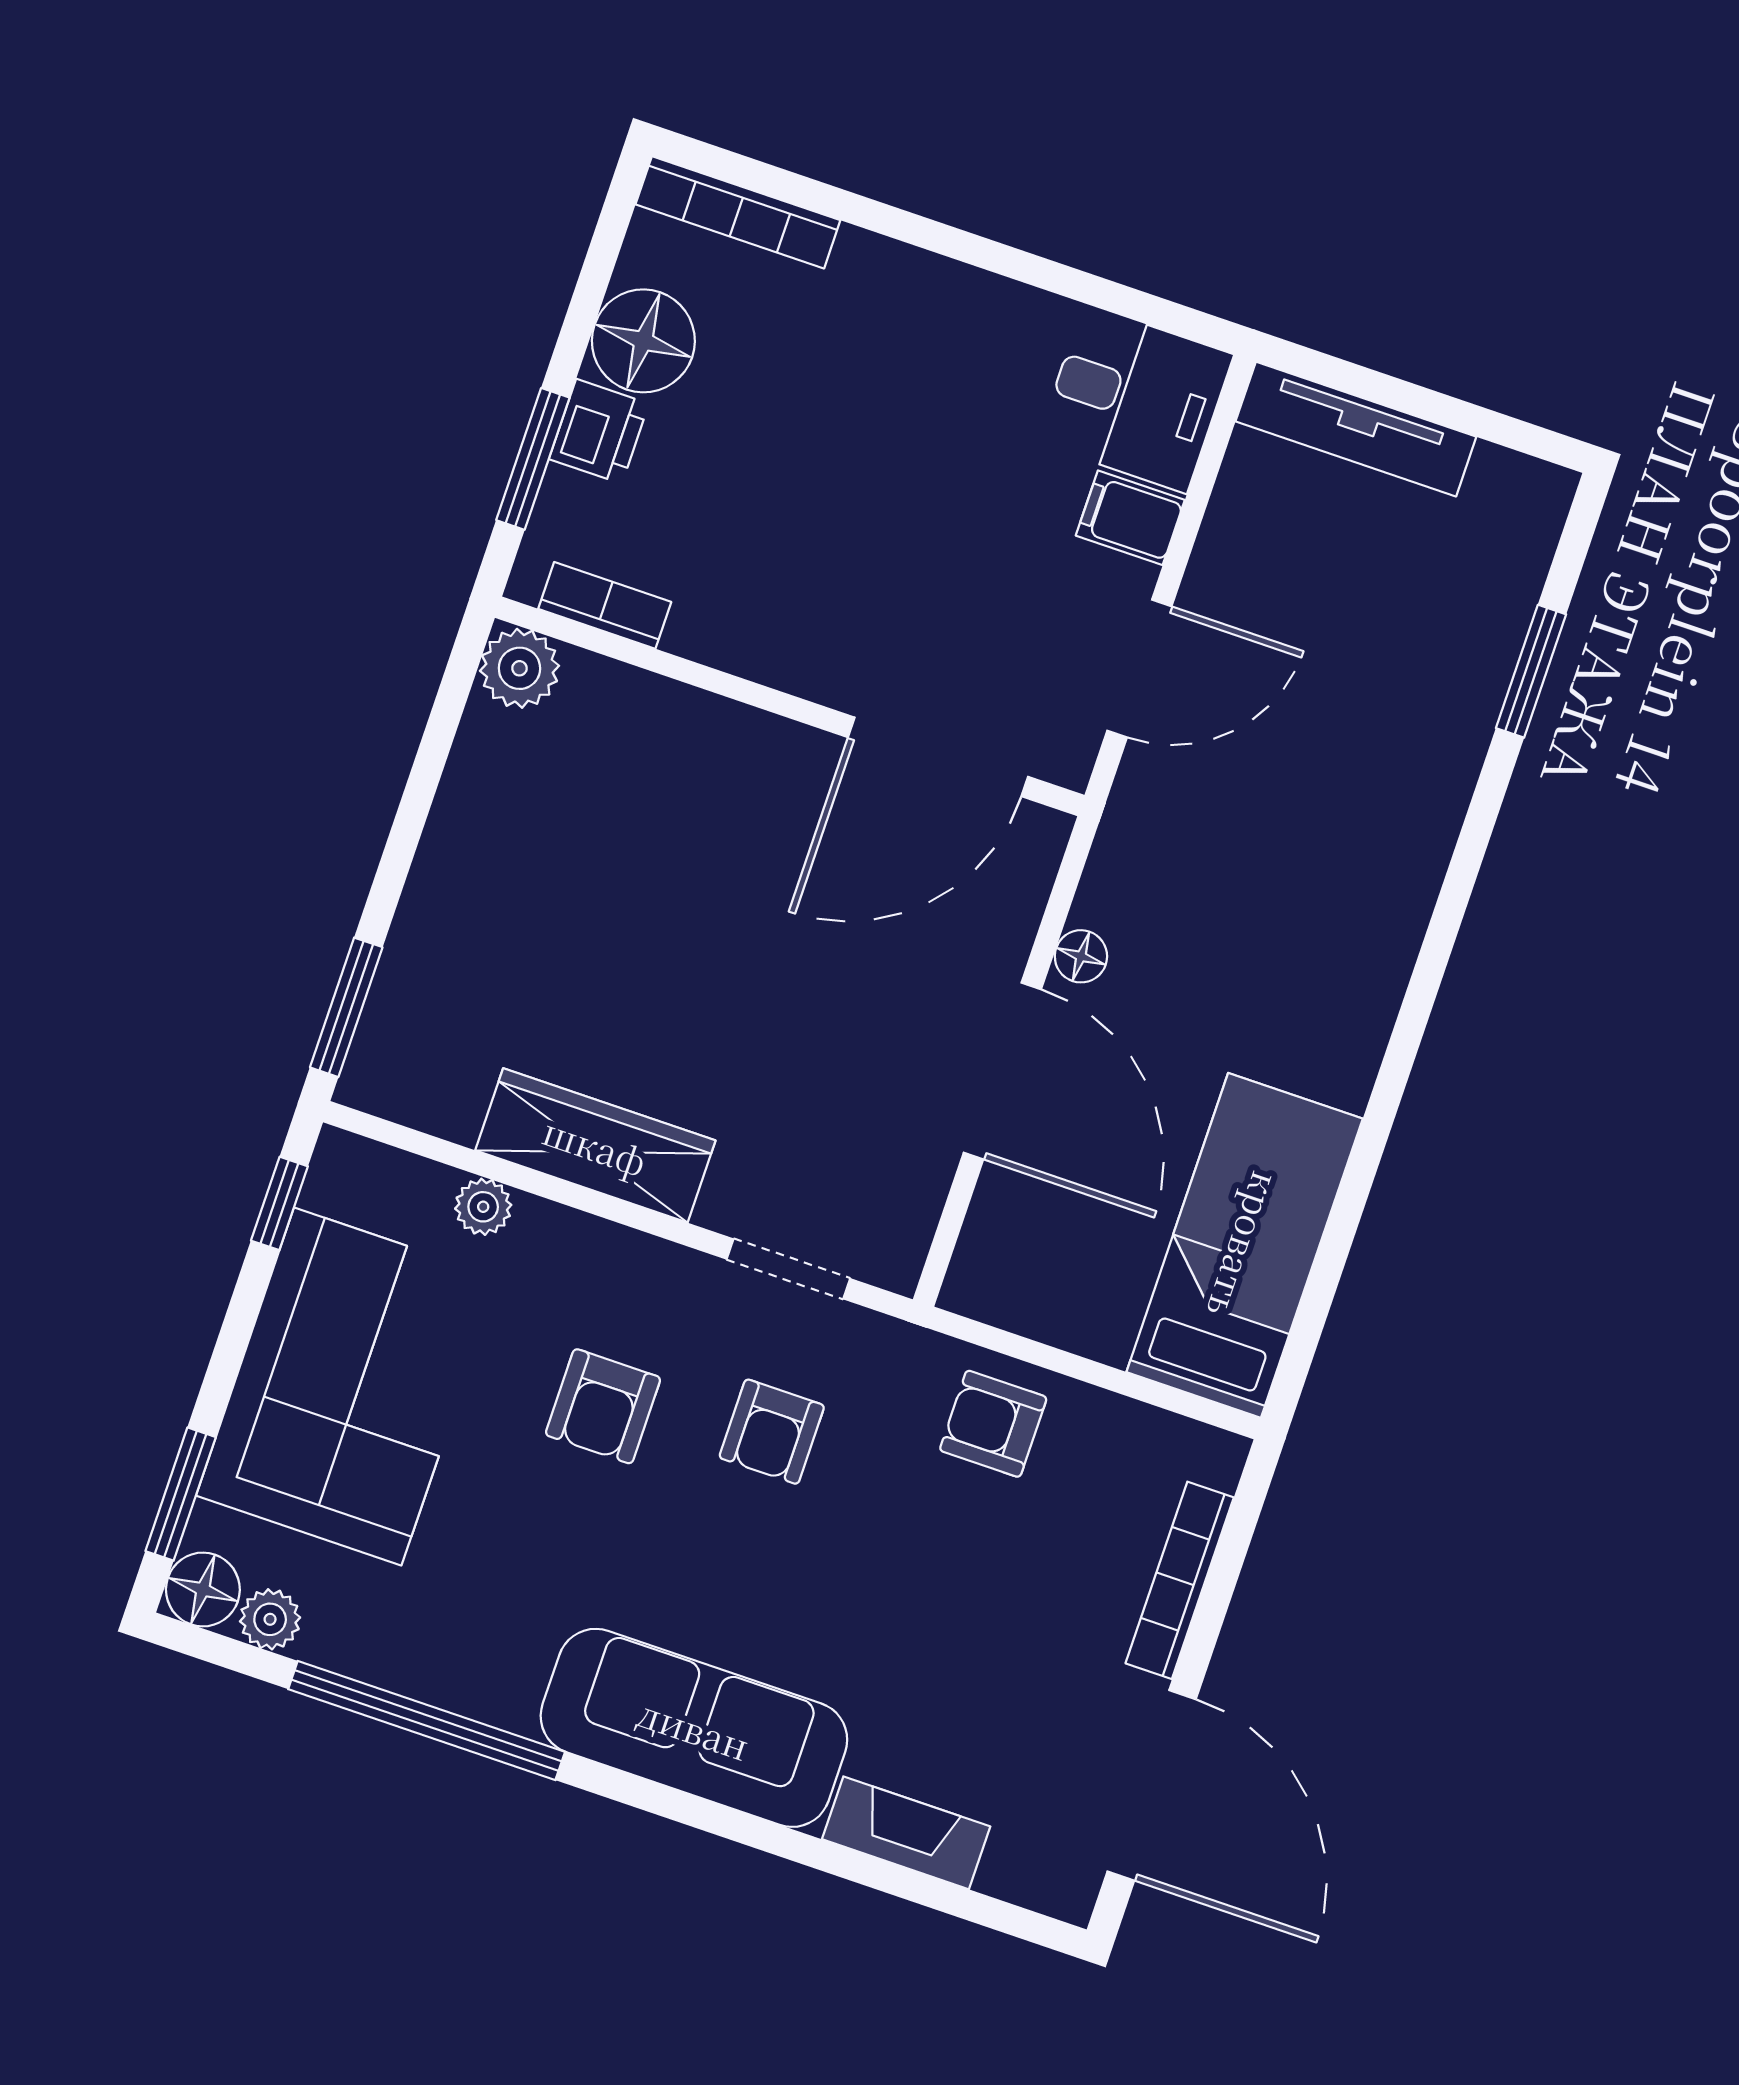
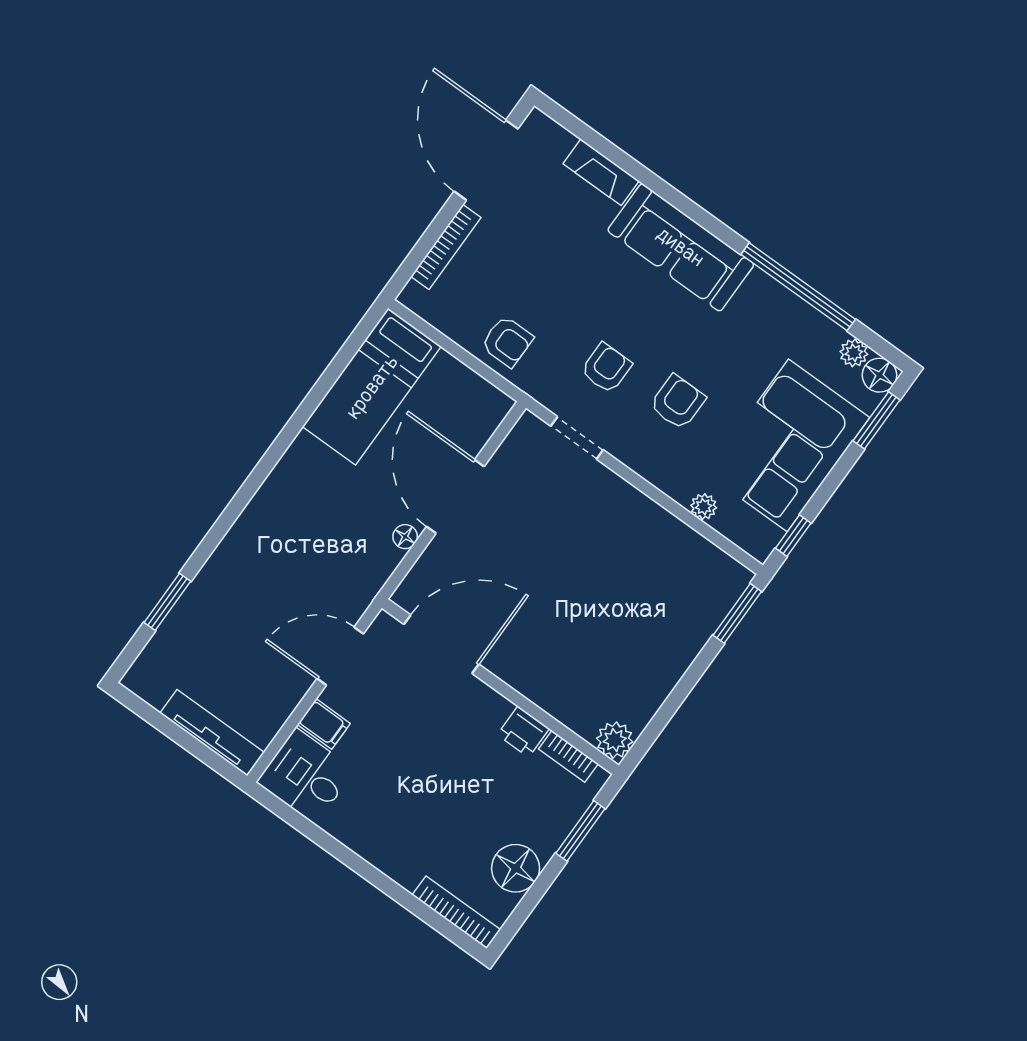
printer: (599, 431) -> (523, 732), moved, turned -90
wardrobe: (595, 1145) -> (646, 519), removed

